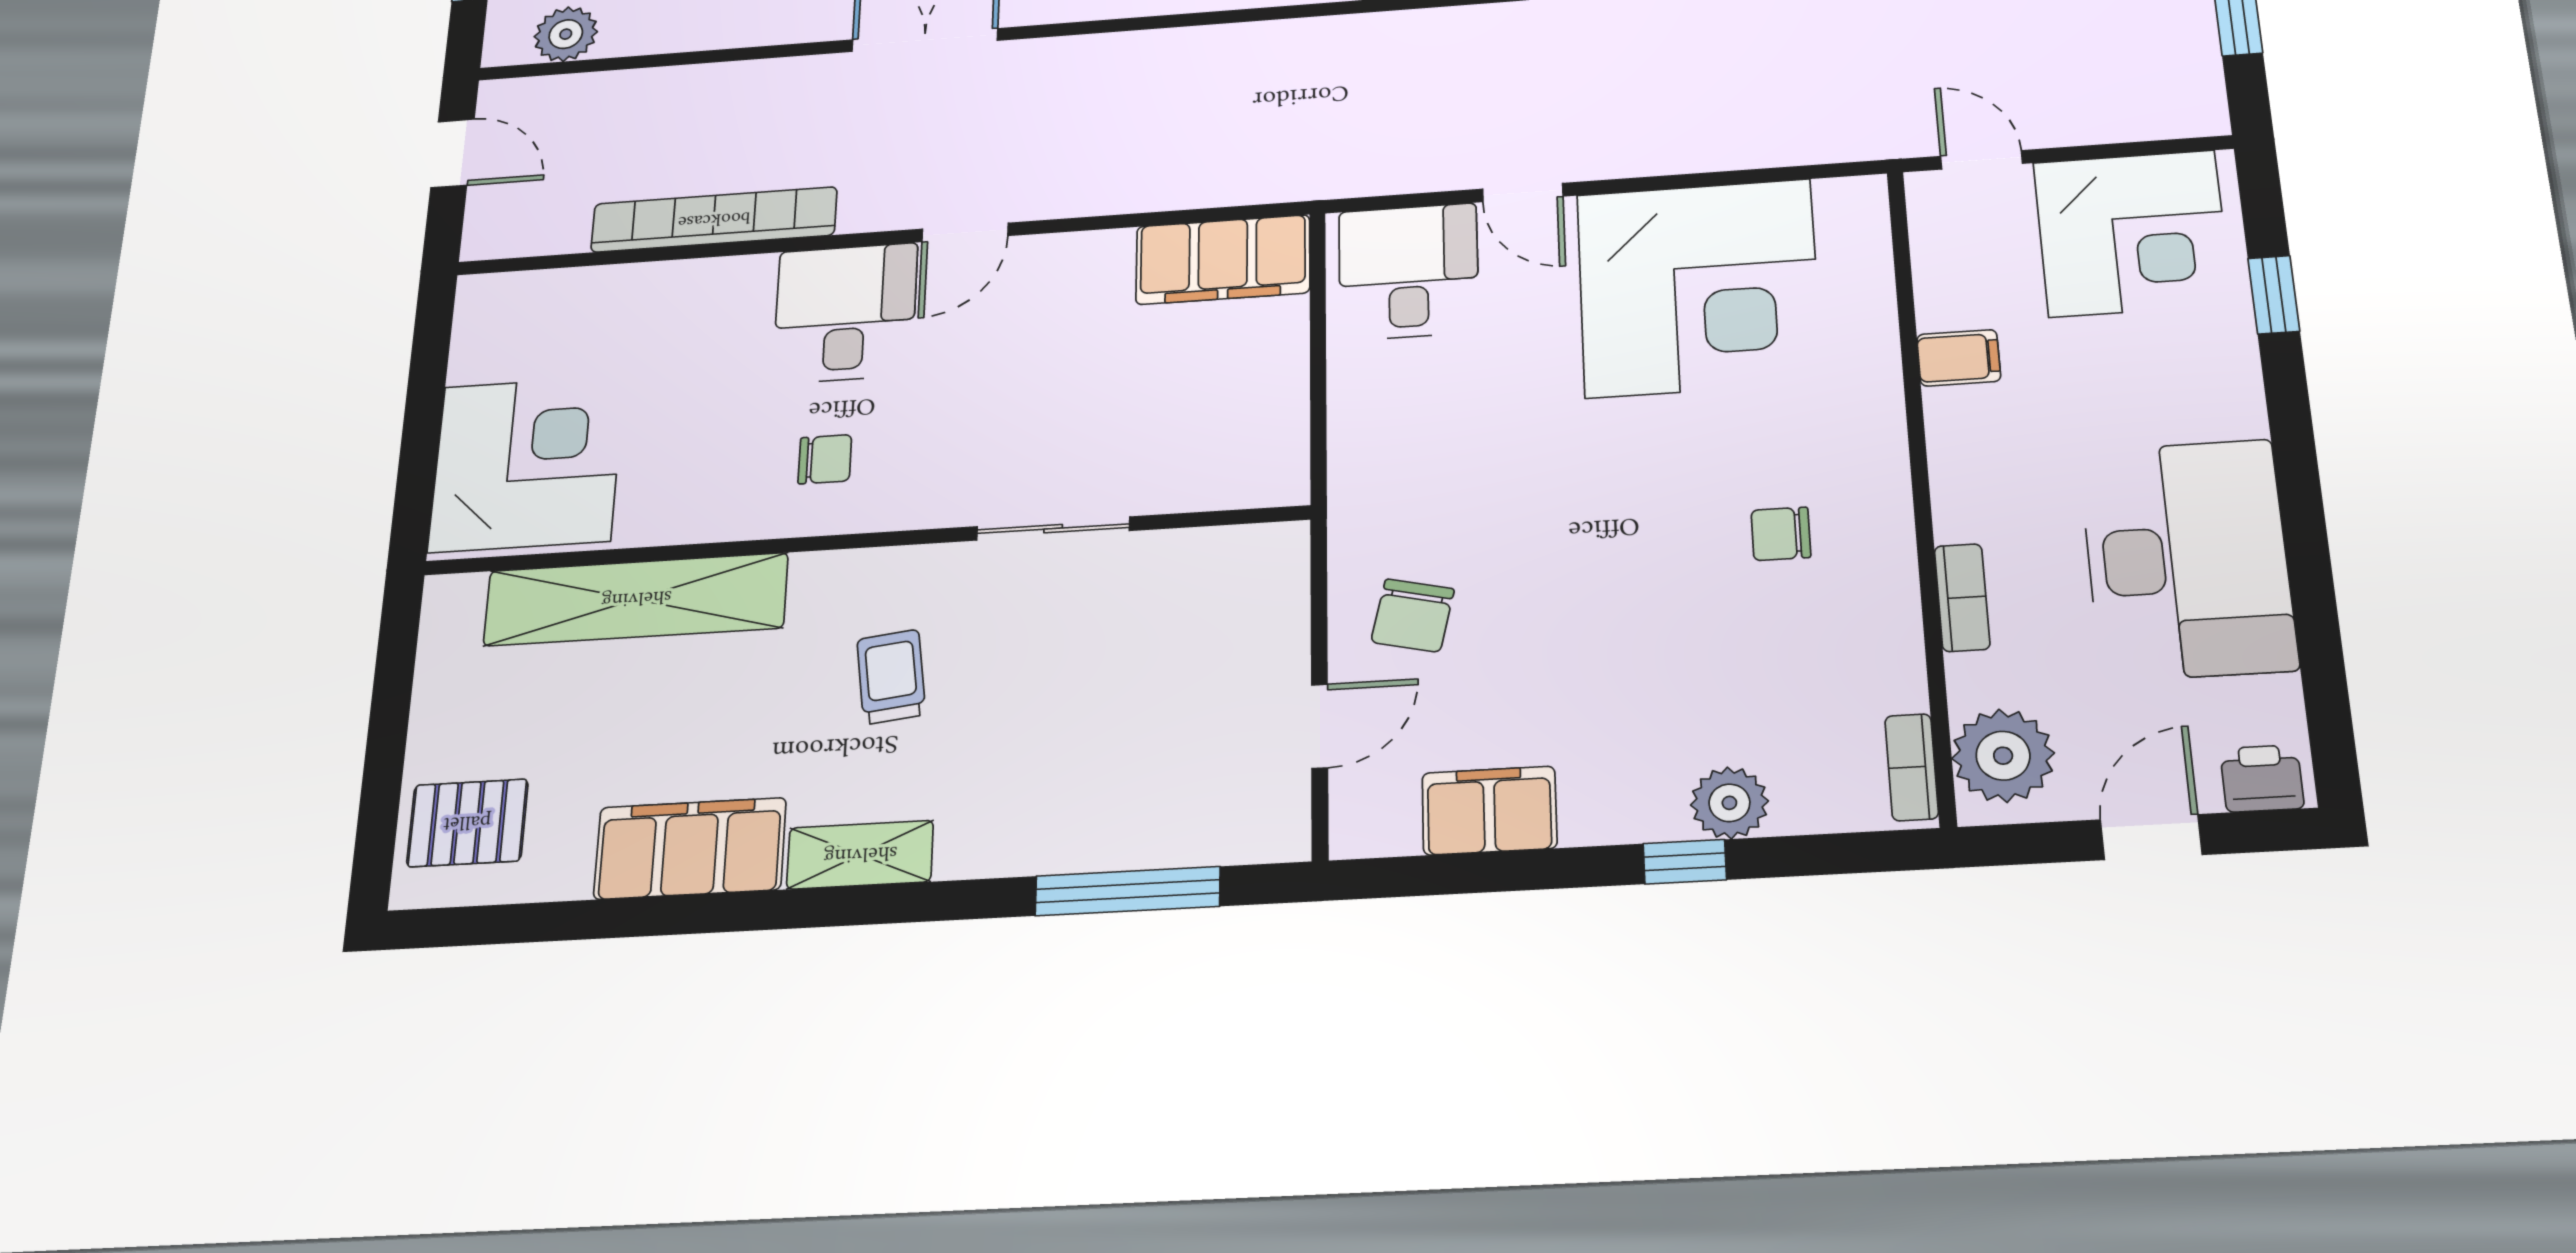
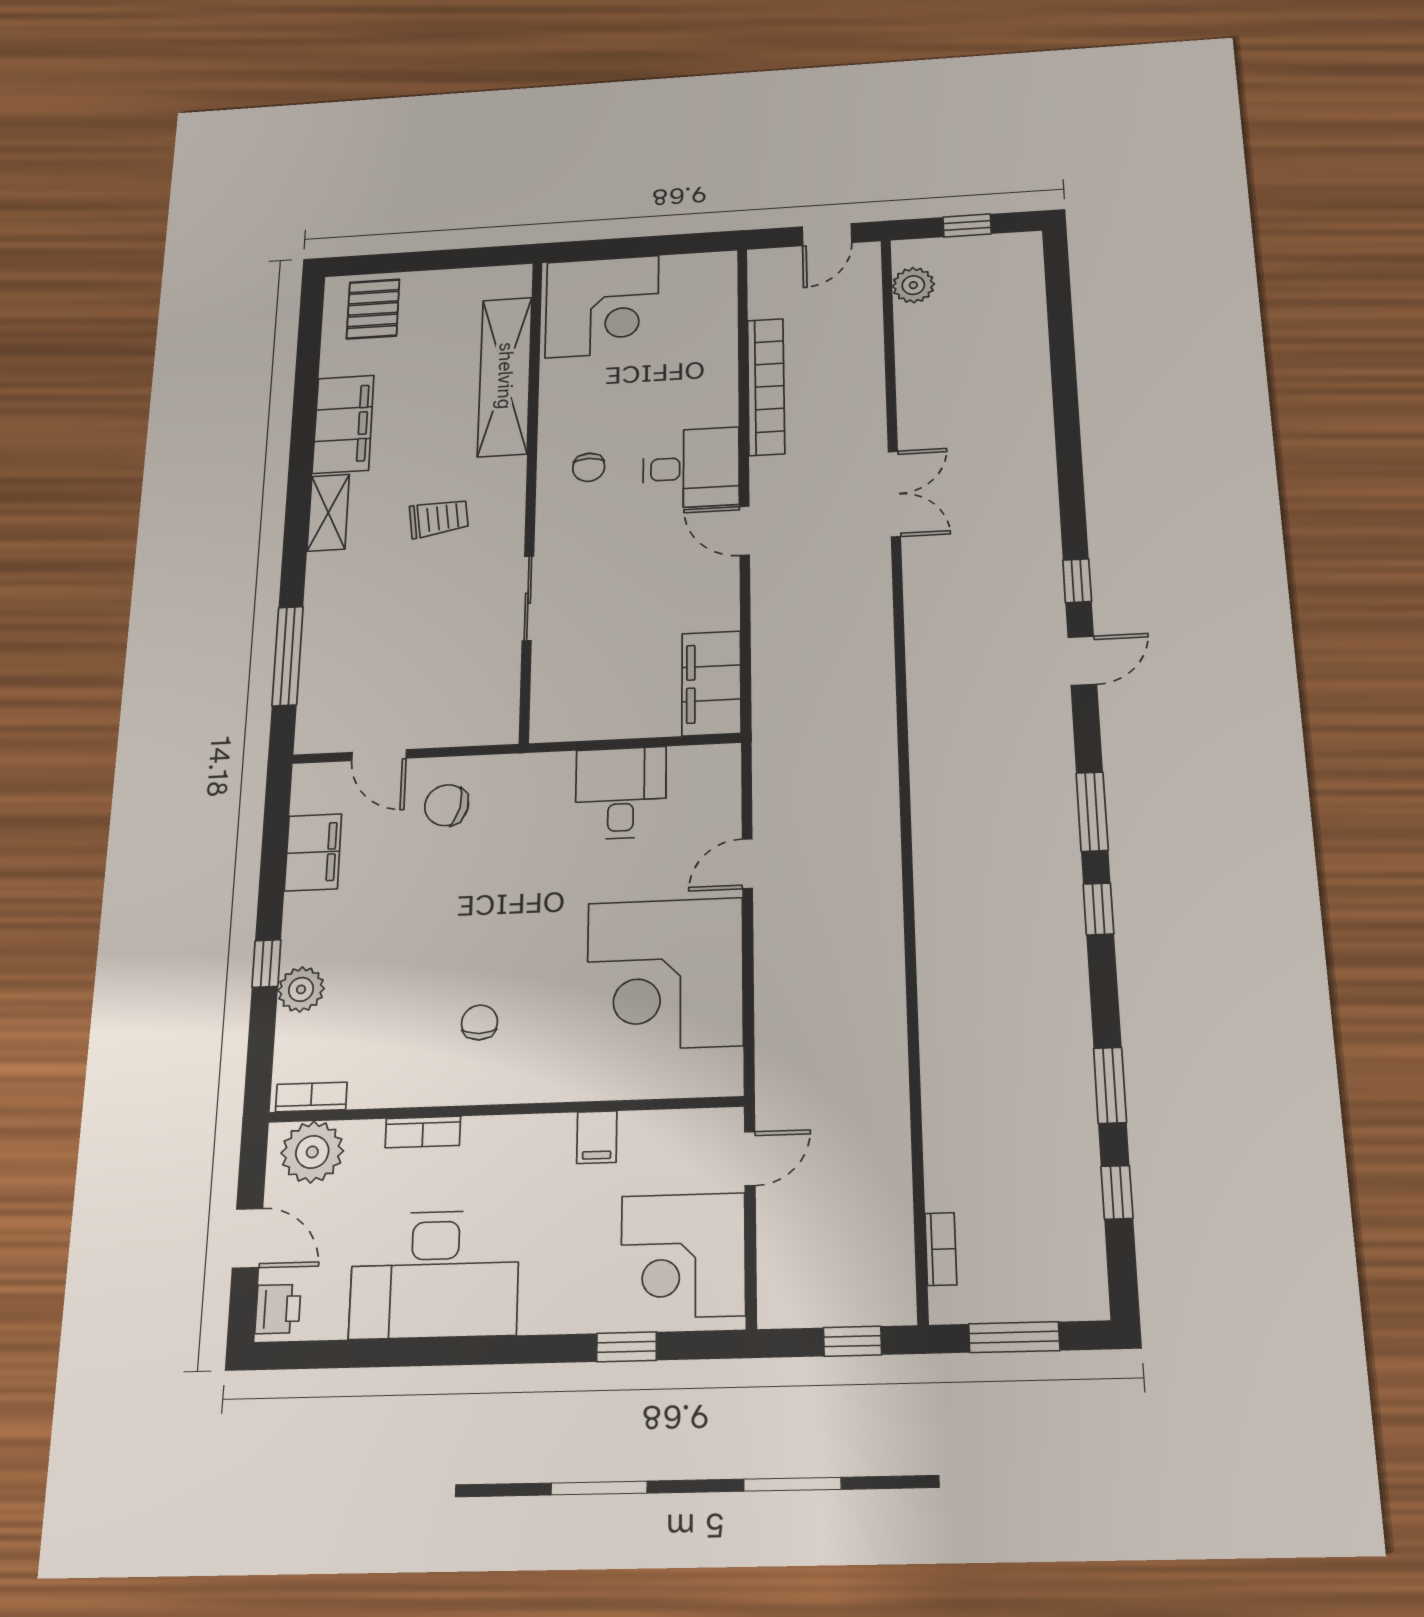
desk: (1408, 272) -> (621, 793), moved, turned -90

